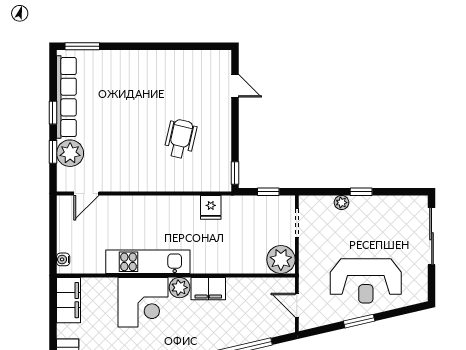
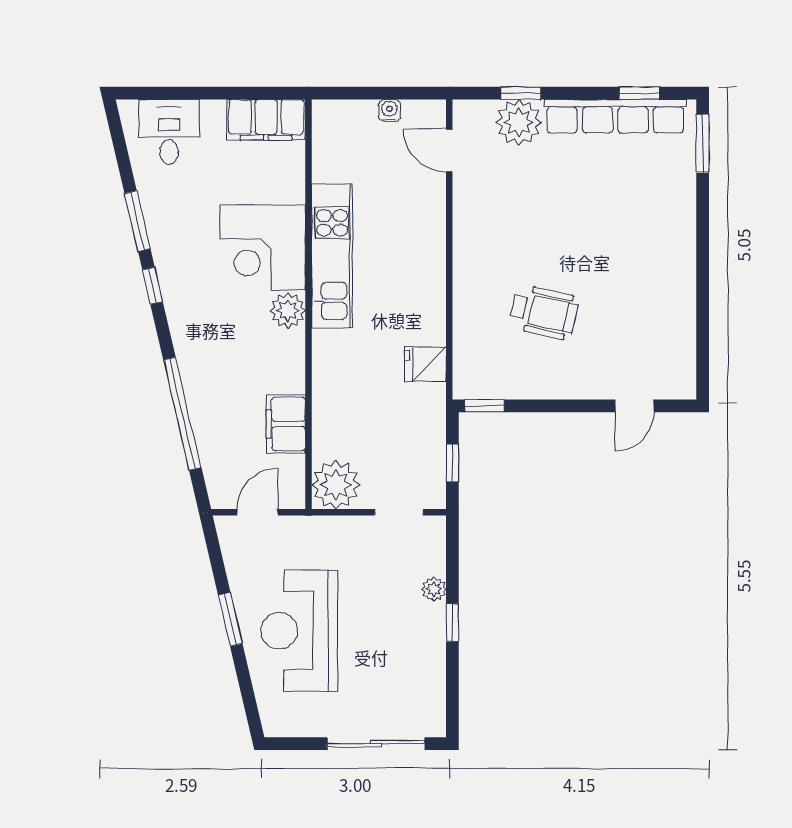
window: (53, 113) -> (639, 93), moved
water cooler: (63, 259) -> (389, 110), moved
filing cabinet: (208, 289) -> (286, 424), moved

